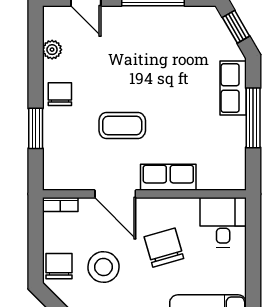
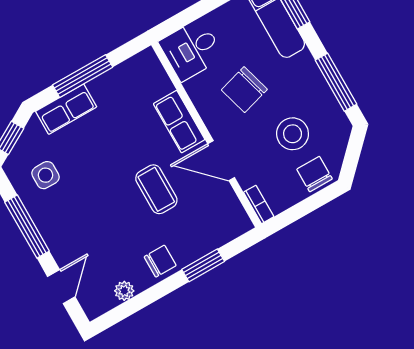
side table: (187, 39) -> (45, 175), added
chair: (60, 94) -> (160, 261), turned 180
door: (115, 194) -> (221, 161), swing flipped
chair: (59, 266) -> (315, 174), turned 90

